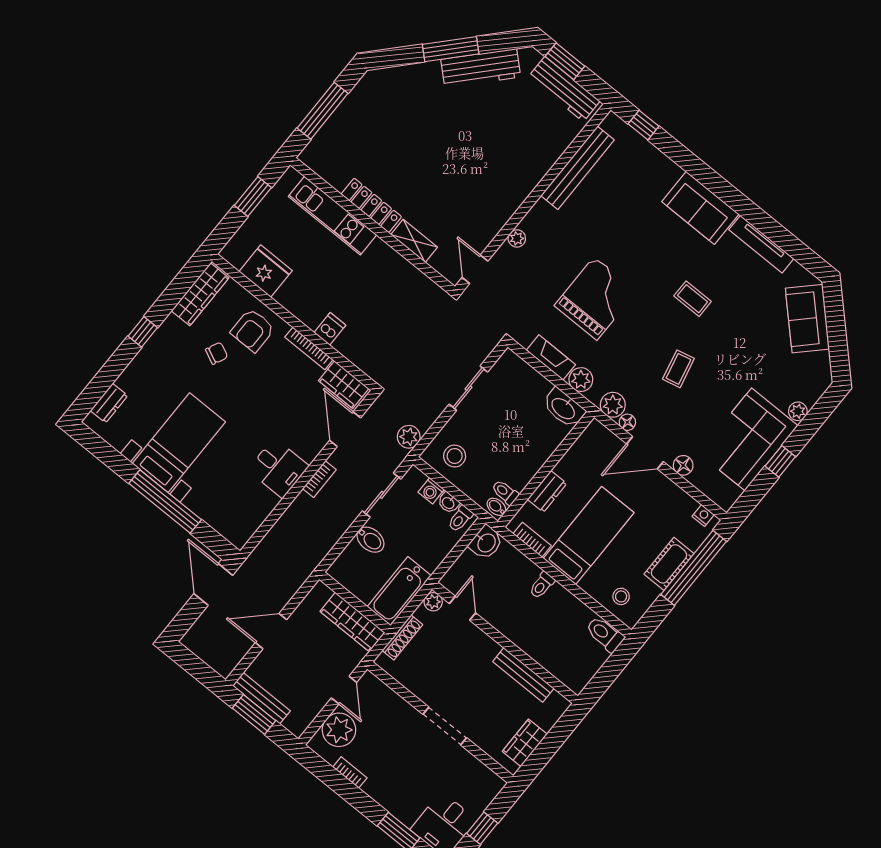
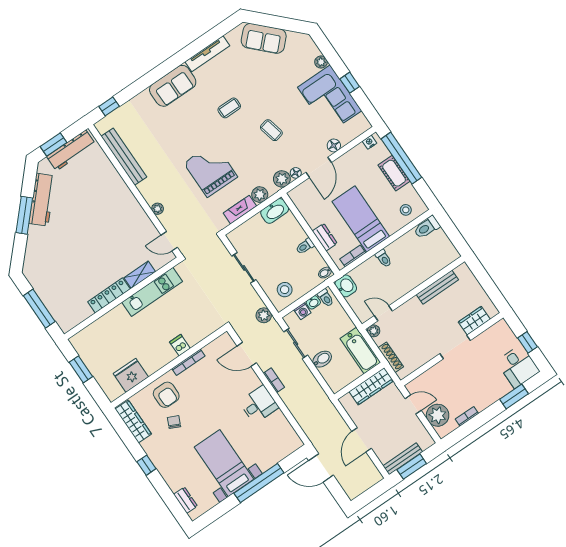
kitchen unit: (333, 216) -> (152, 292), moved
wardrobe: (344, 385) -> (218, 347), removed
toilet: (505, 492) -> (305, 246), moved
wardrobe: (525, 743) -> (474, 321), moved, turned 90

